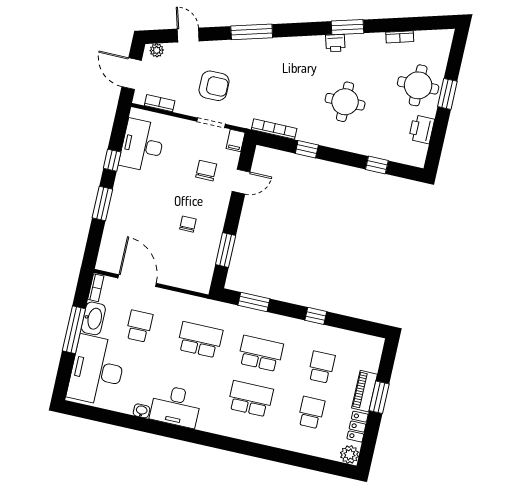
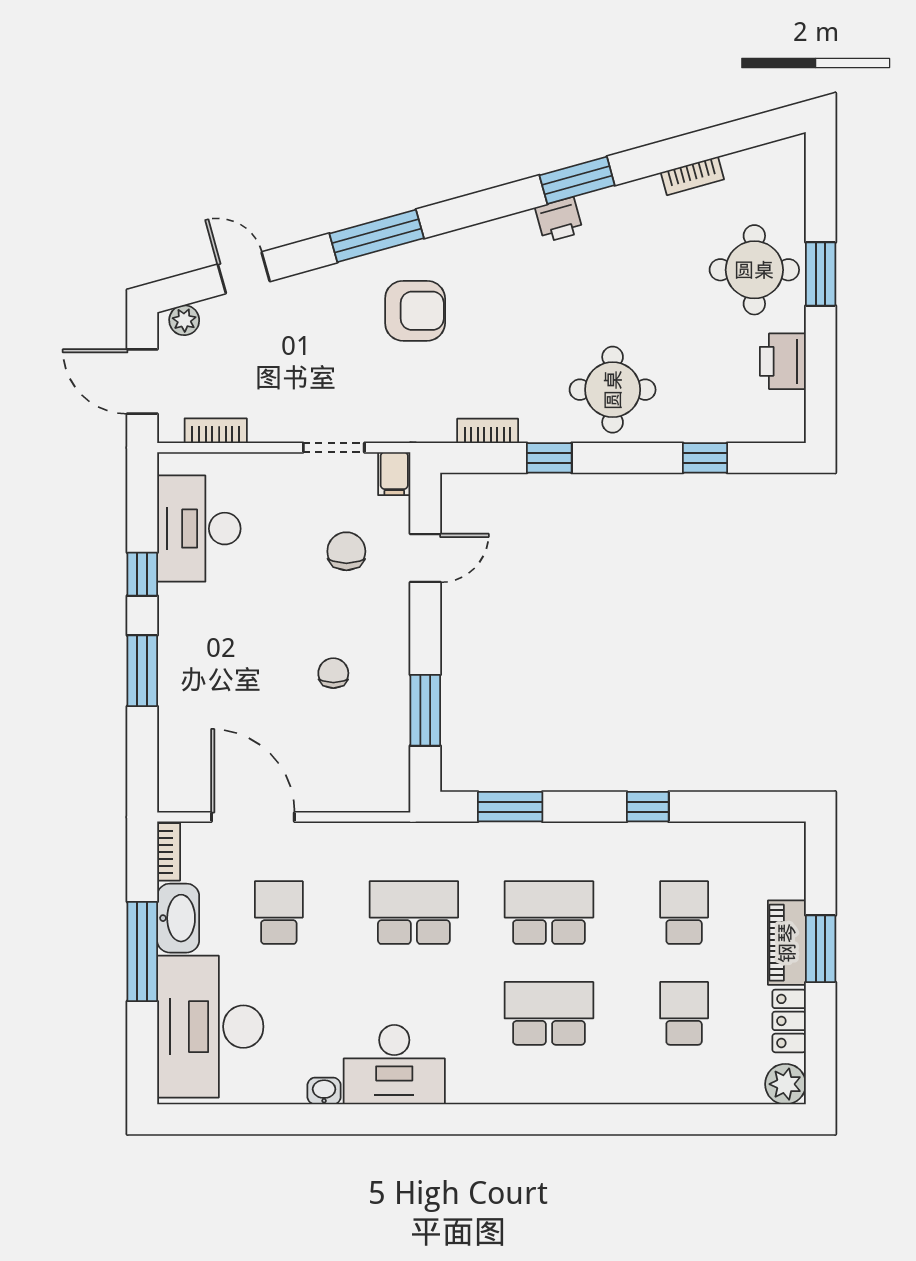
armchair: (214, 86) -> (415, 311), moved
round table: (345, 102) -> (613, 390), moved
bookcase: (274, 129) -> (488, 431), width x0.64

